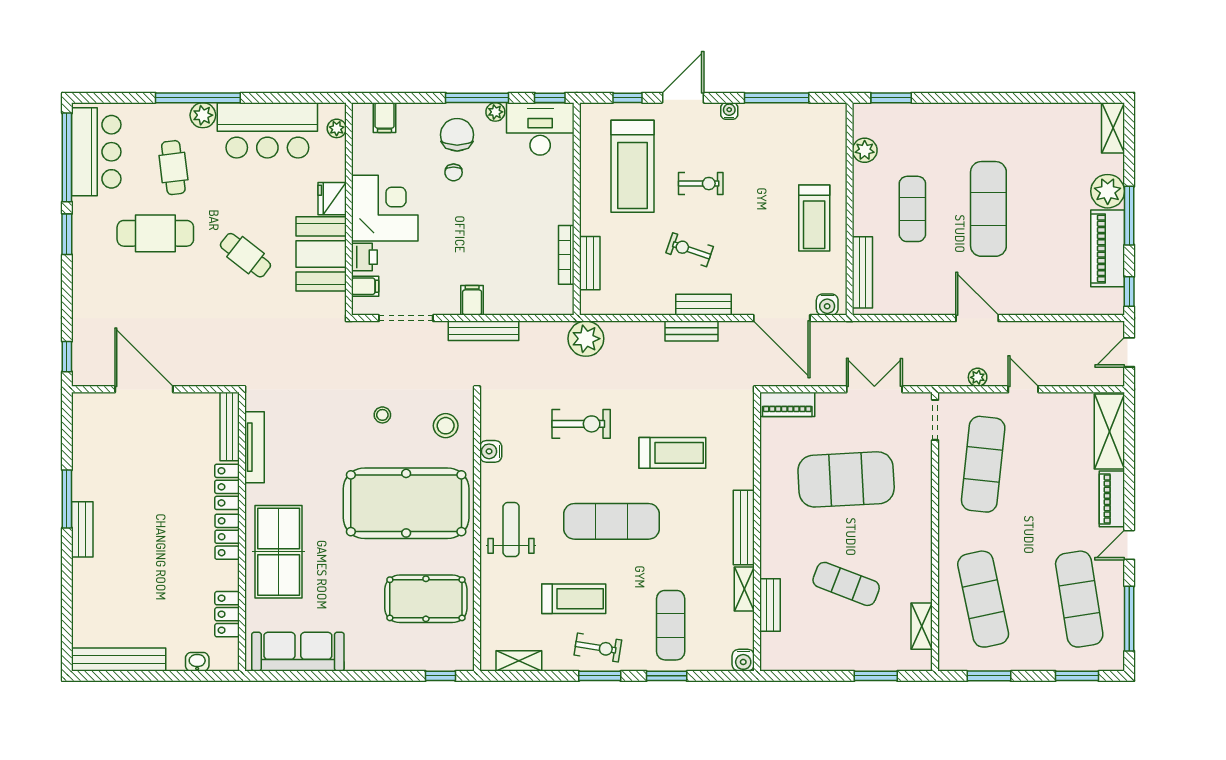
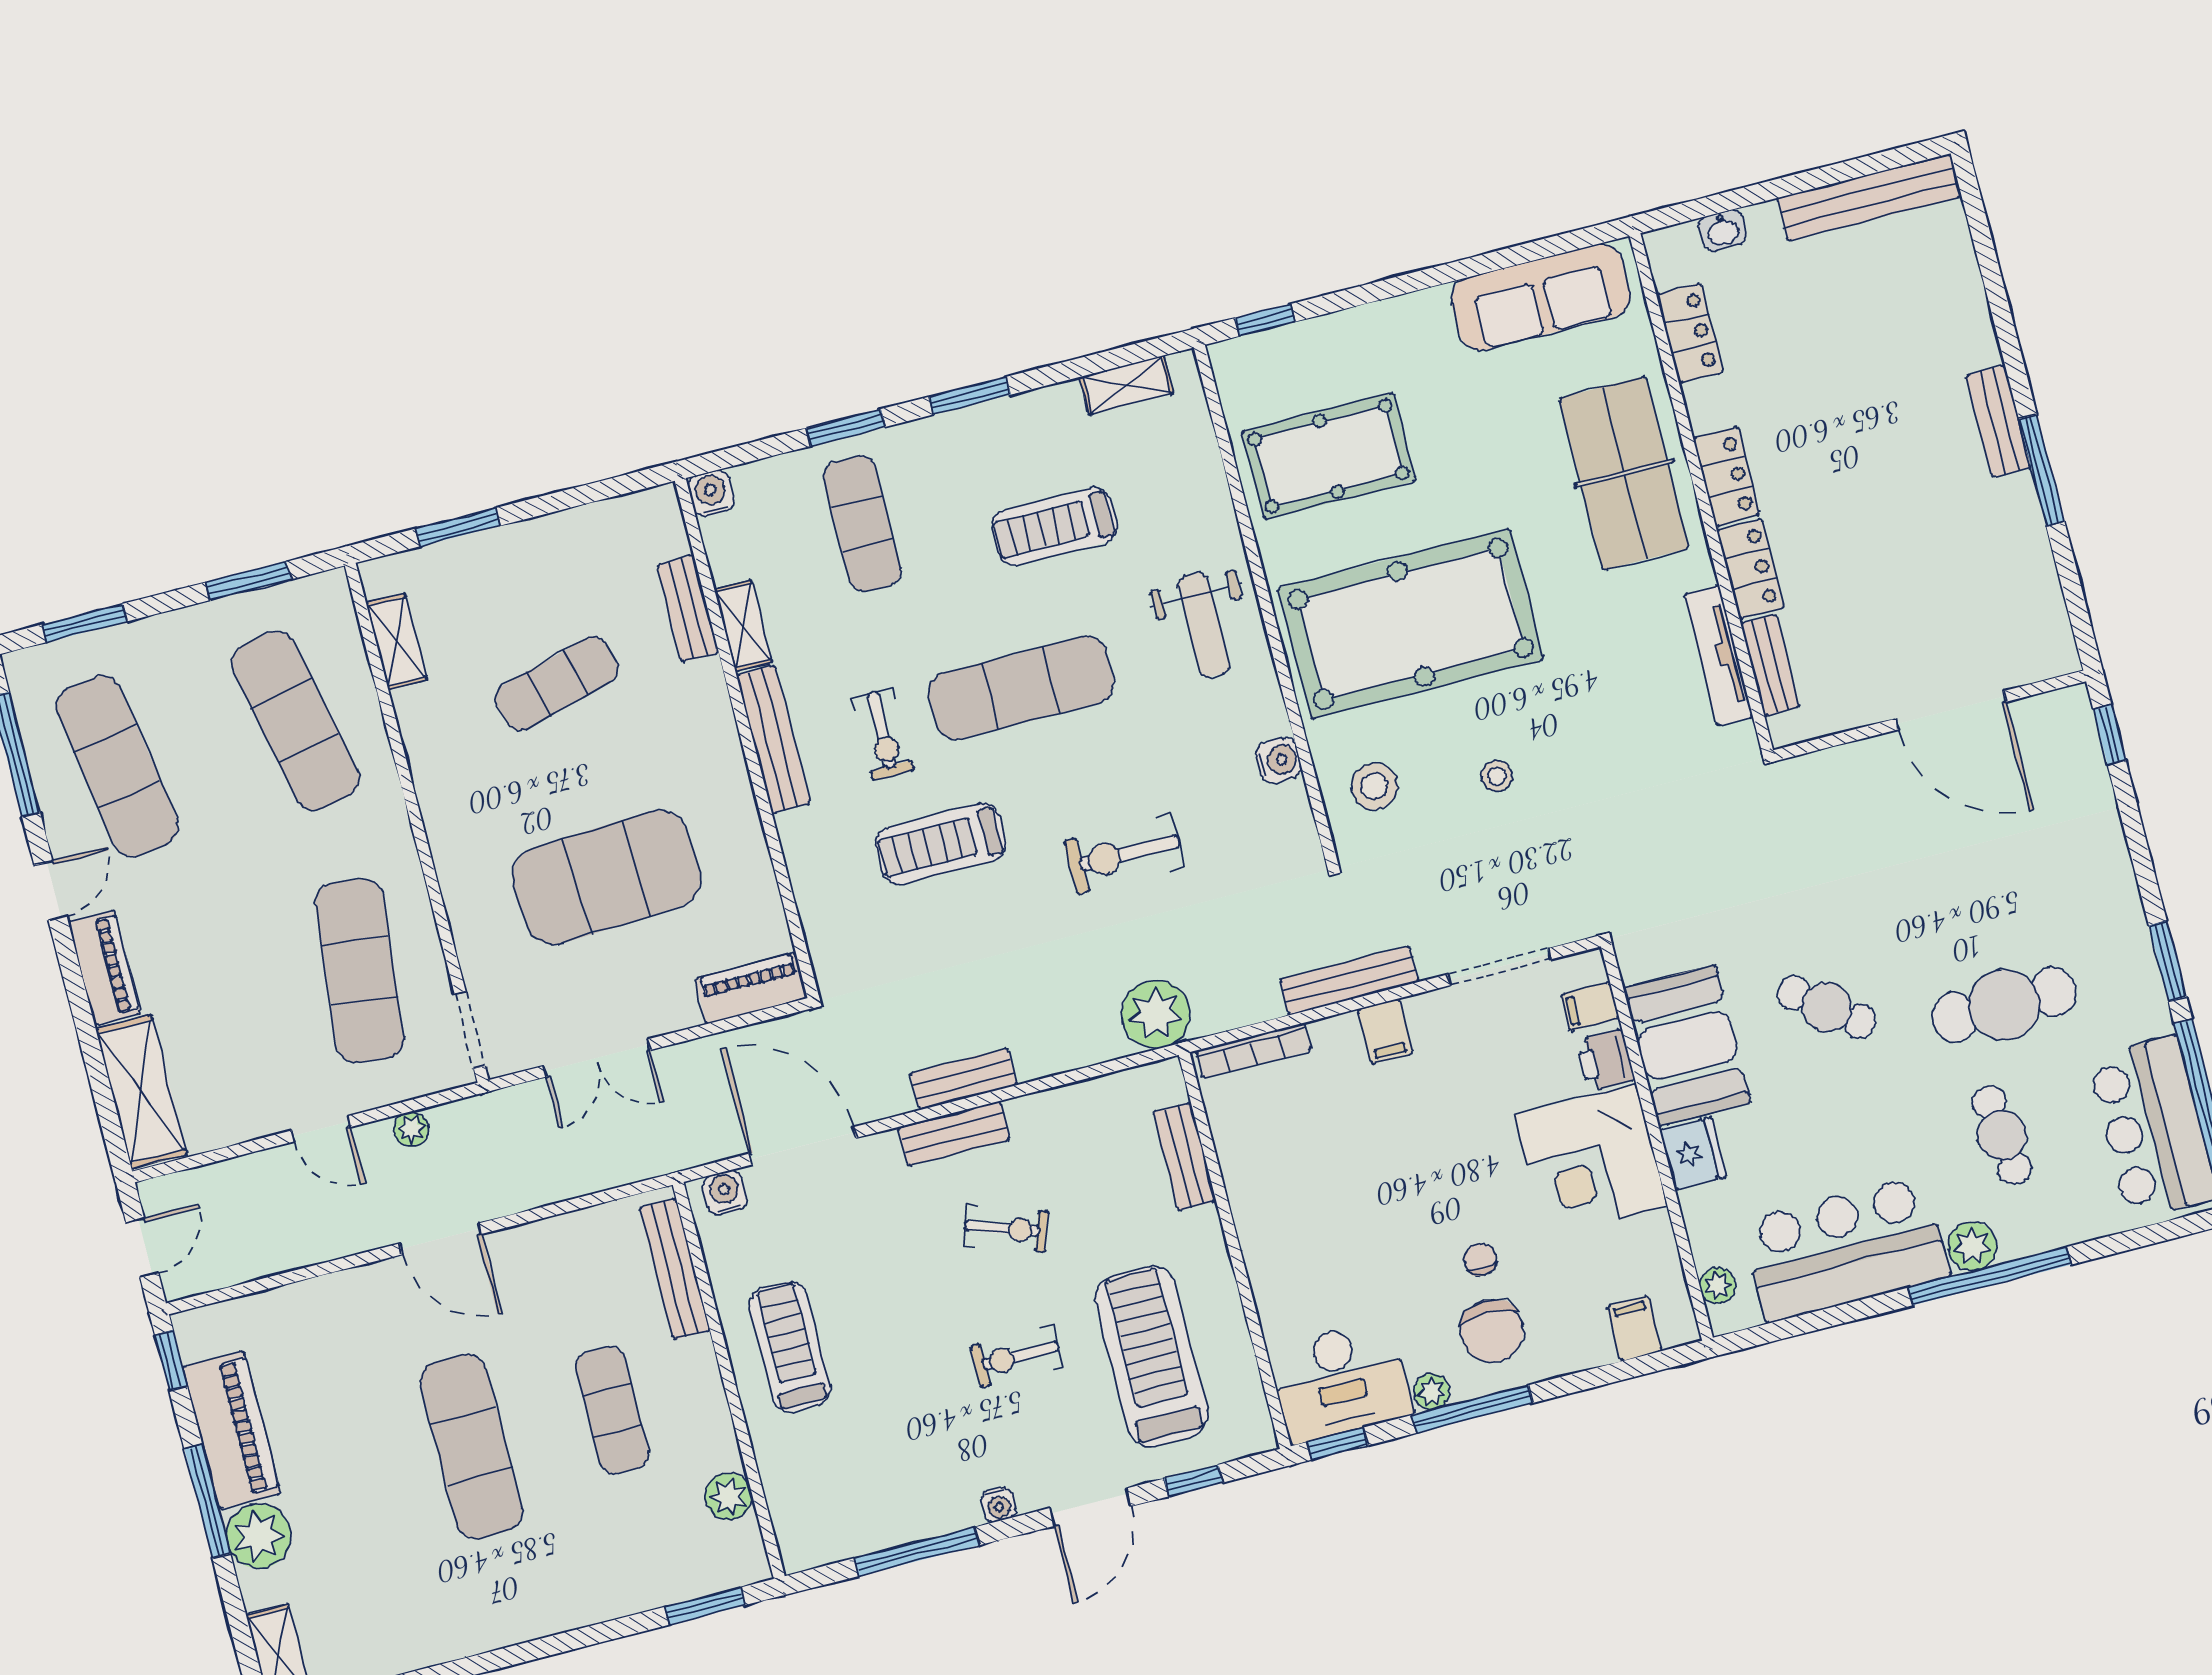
bookcase: (566, 255) -> (1253, 1051), moved, turned 90
bench: (230, 426) -> (1770, 665), width x0.73
exercise mat: (846, 584) -> (557, 684), turned -36
exercise bike: (598, 648) -> (883, 734), moved, turned -99

